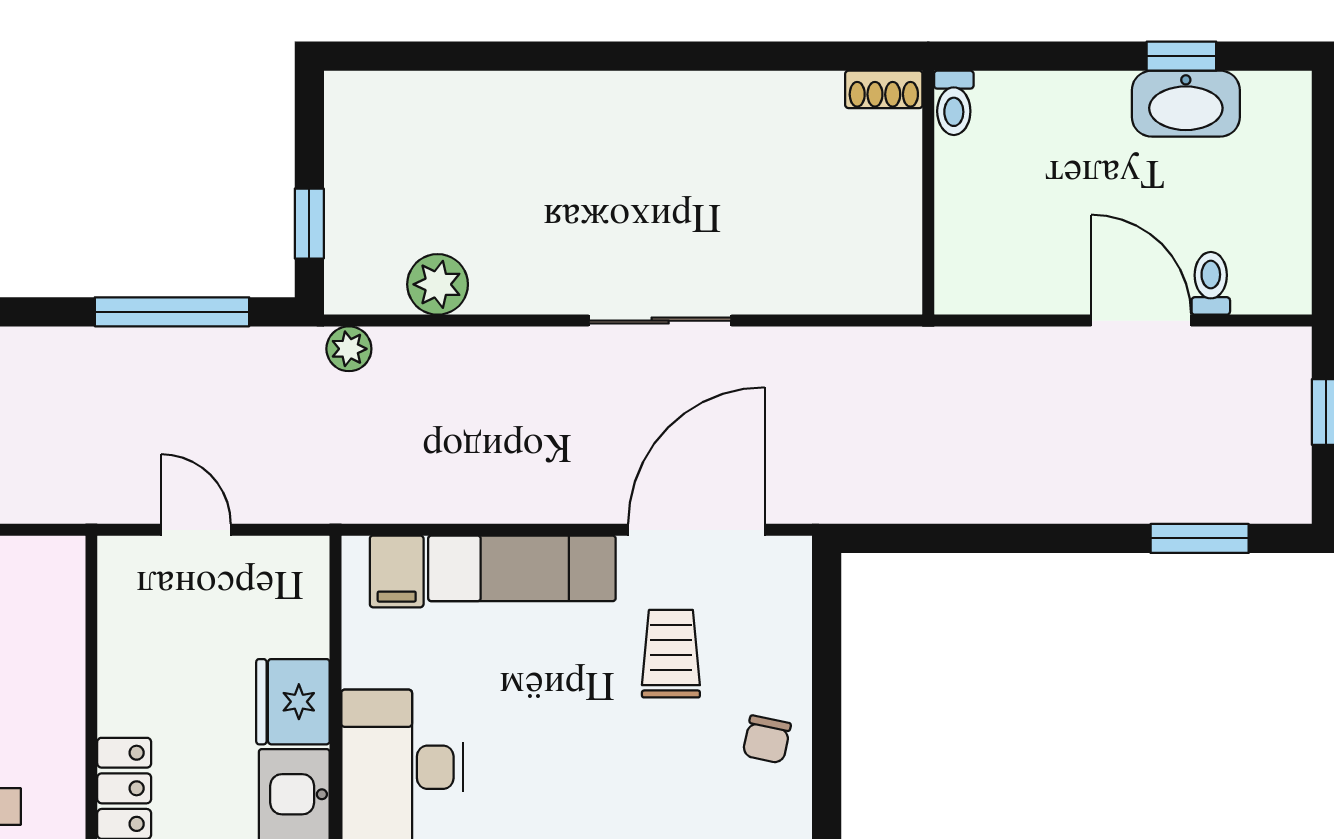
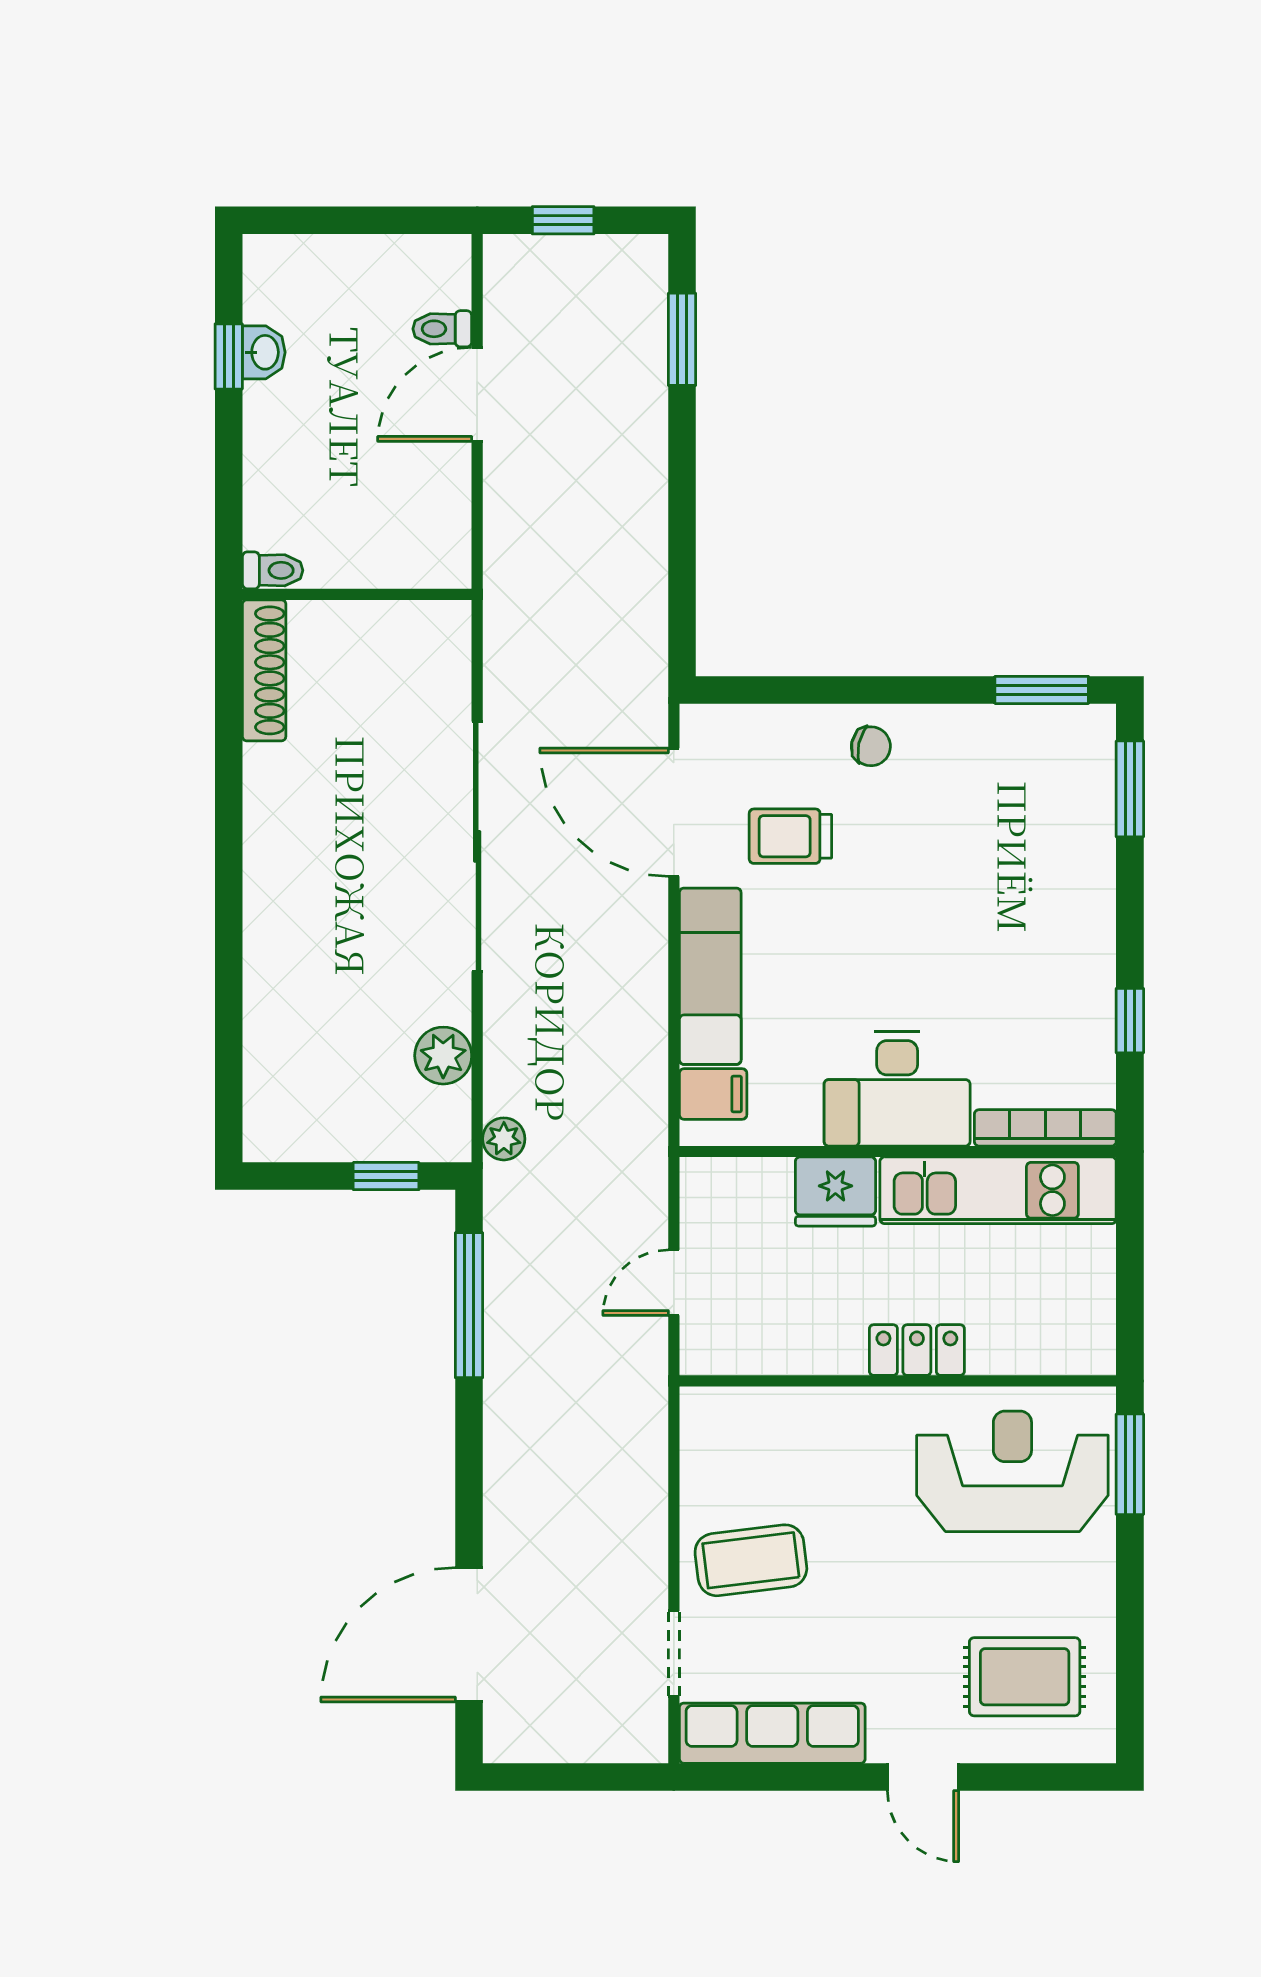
shoe rack: (884, 89) -> (264, 670), width x1.94, depth x1.24
washbasin: (1186, 104) -> (264, 352), width x0.52, depth x0.69
sliding door: (660, 321) -> (477, 846), width x1.86

